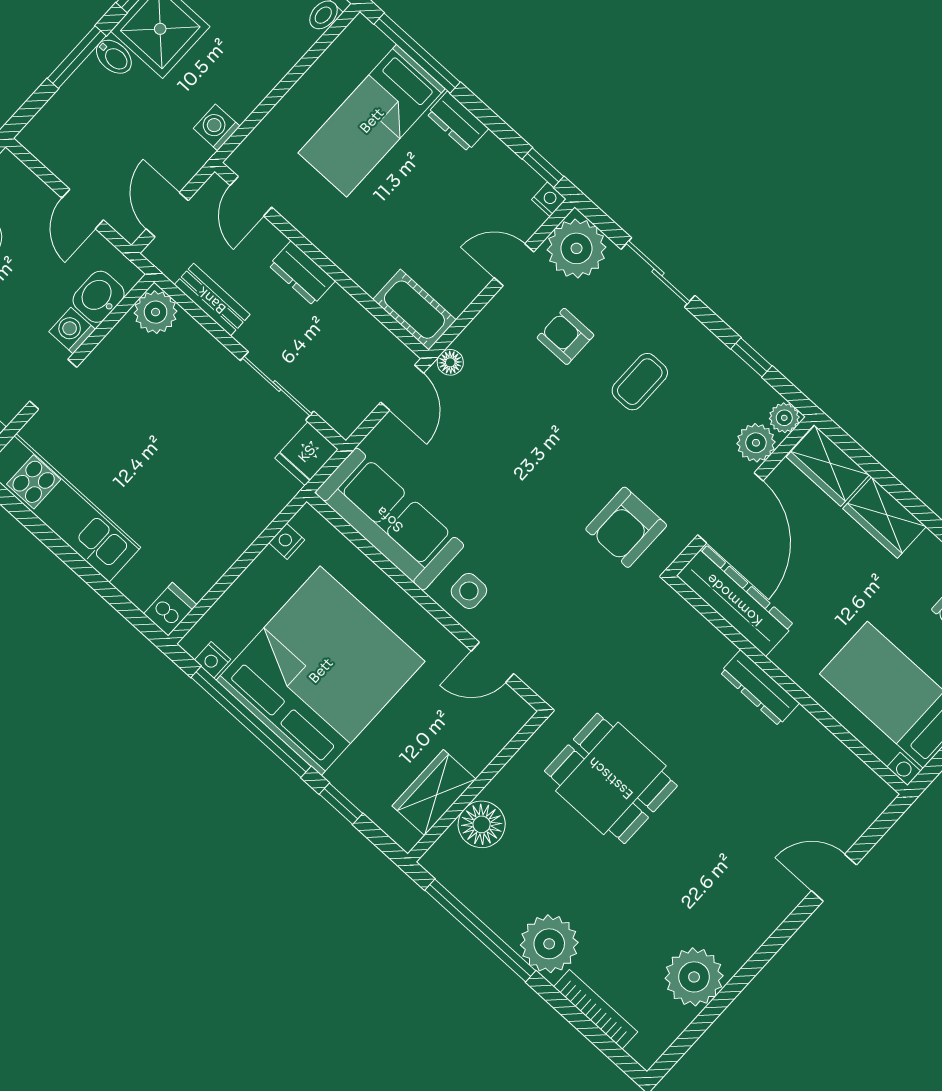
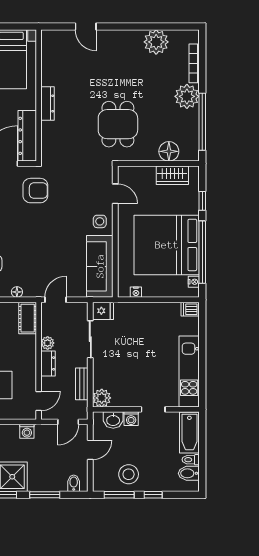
bidet: (114, 57) -> (74, 483), moved
plant: (339, 305) -> (48, 343), added
floor lamp: (450, 362) -> (17, 292), moved

